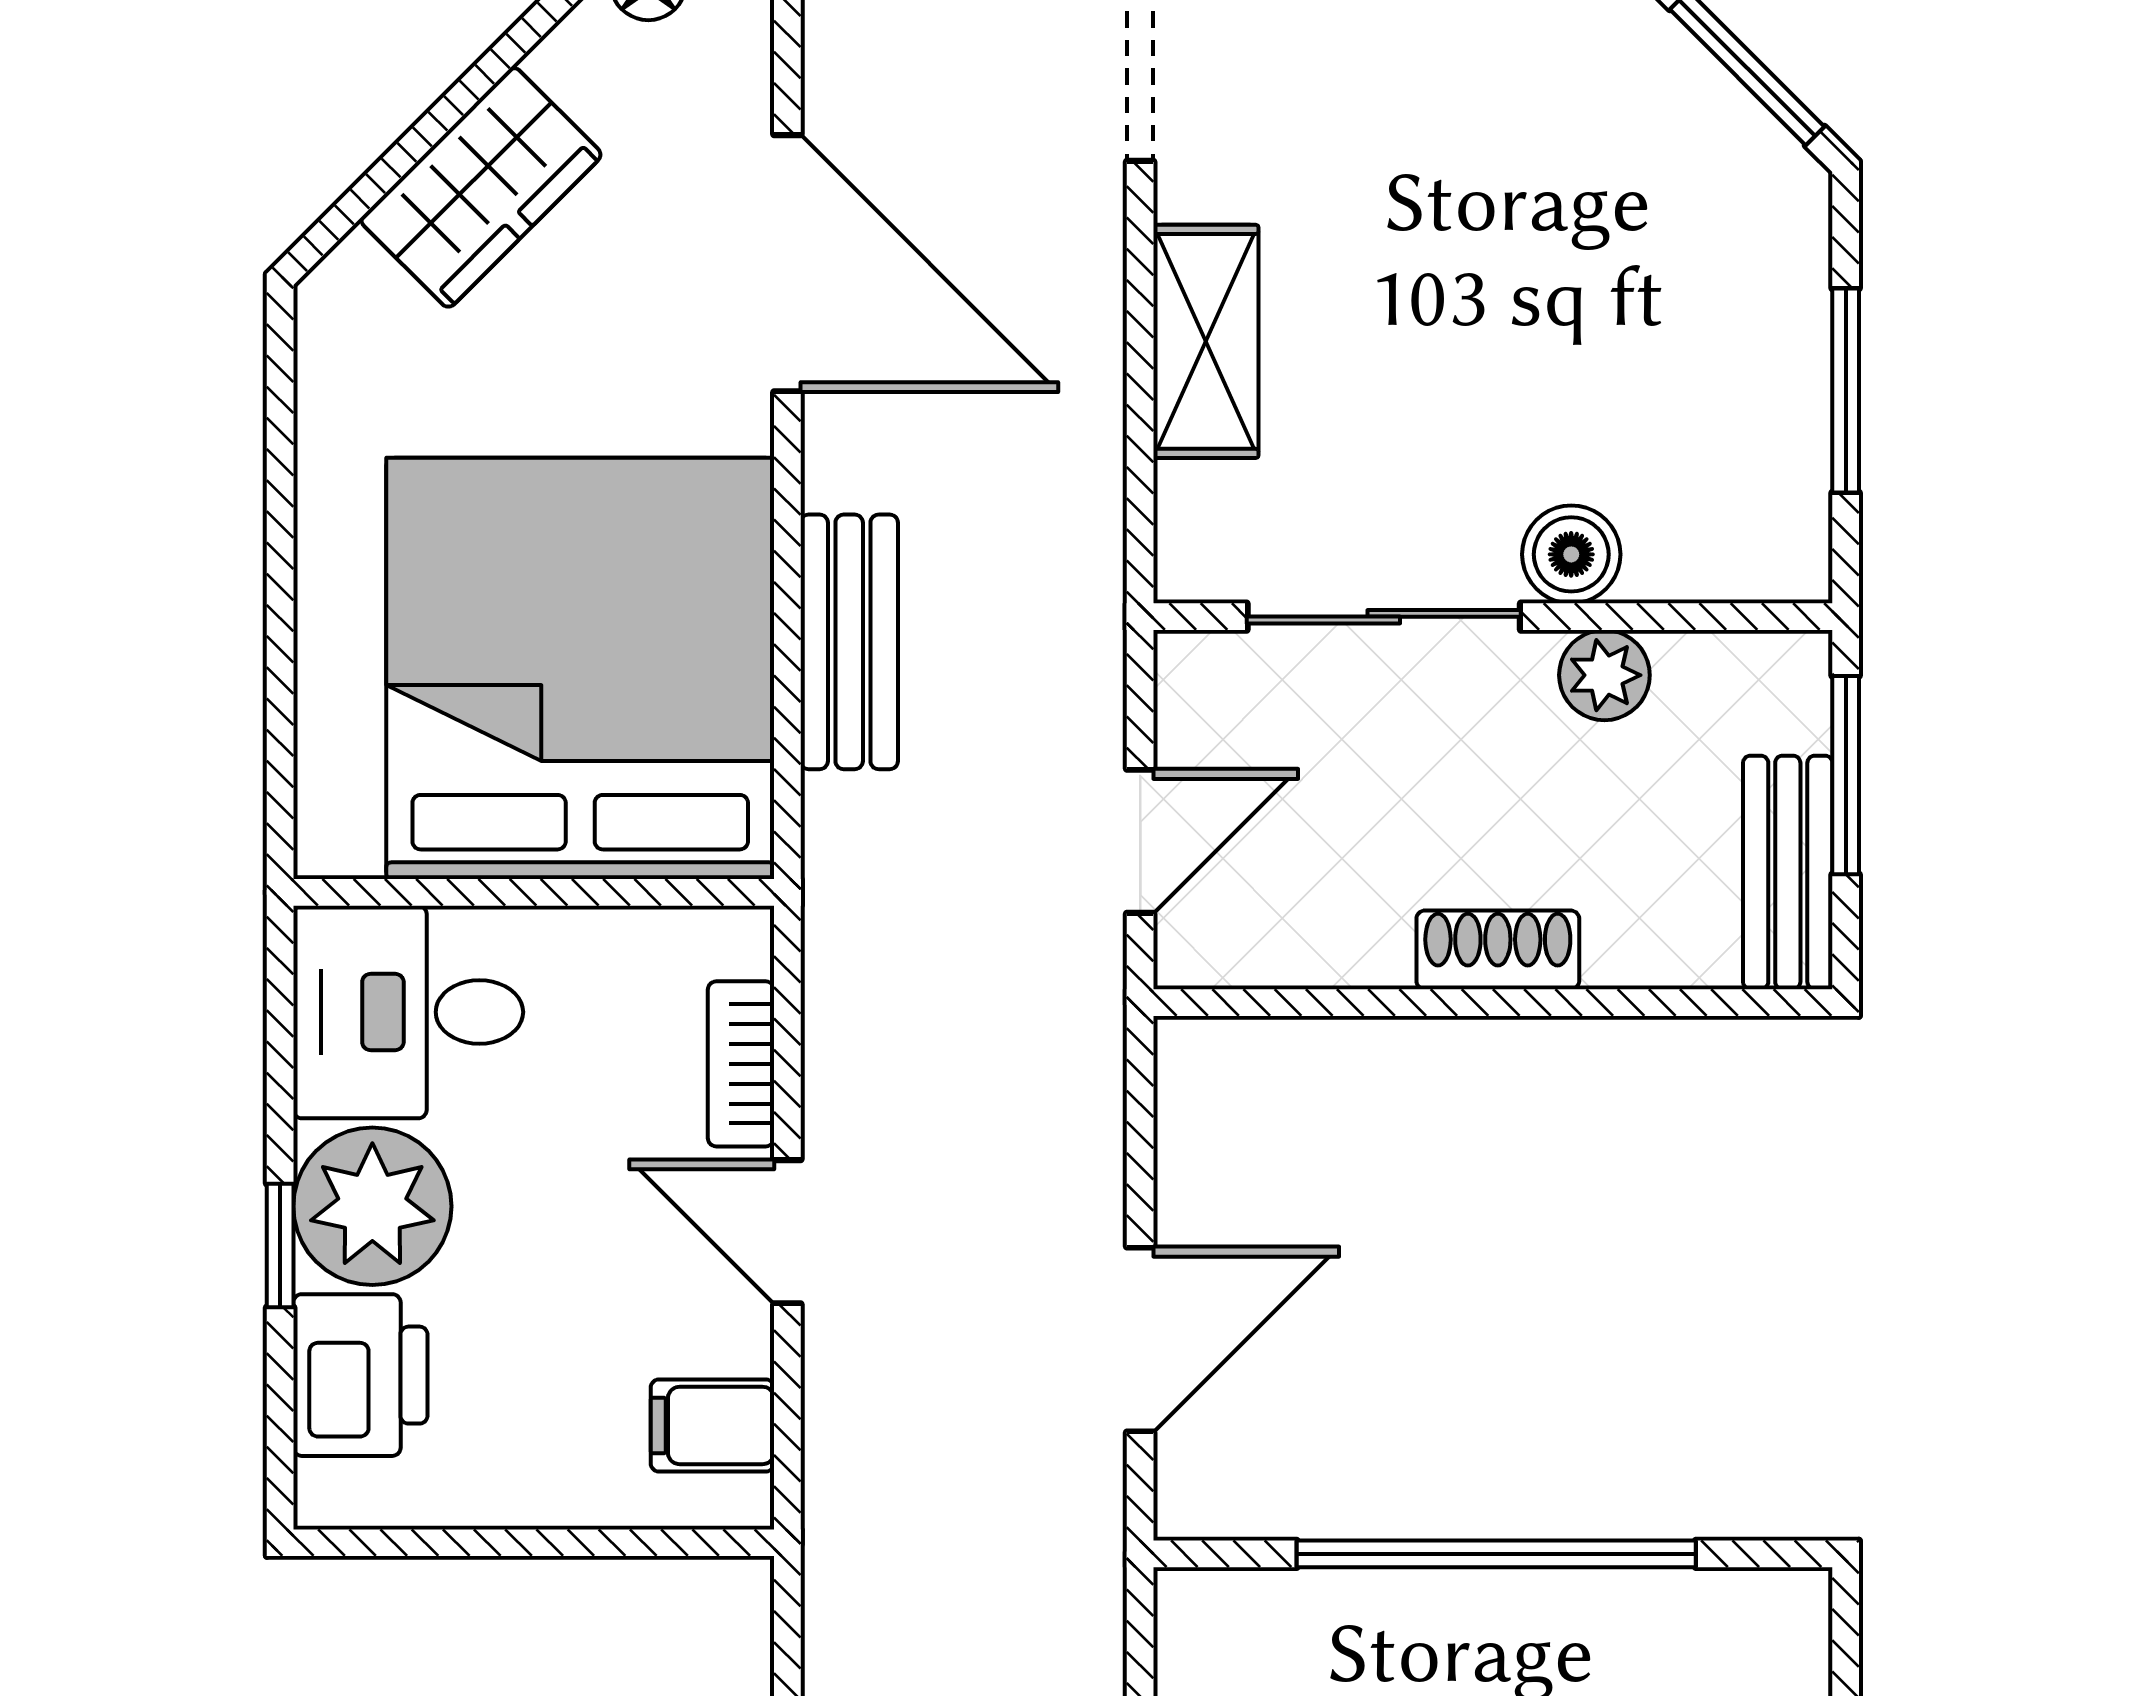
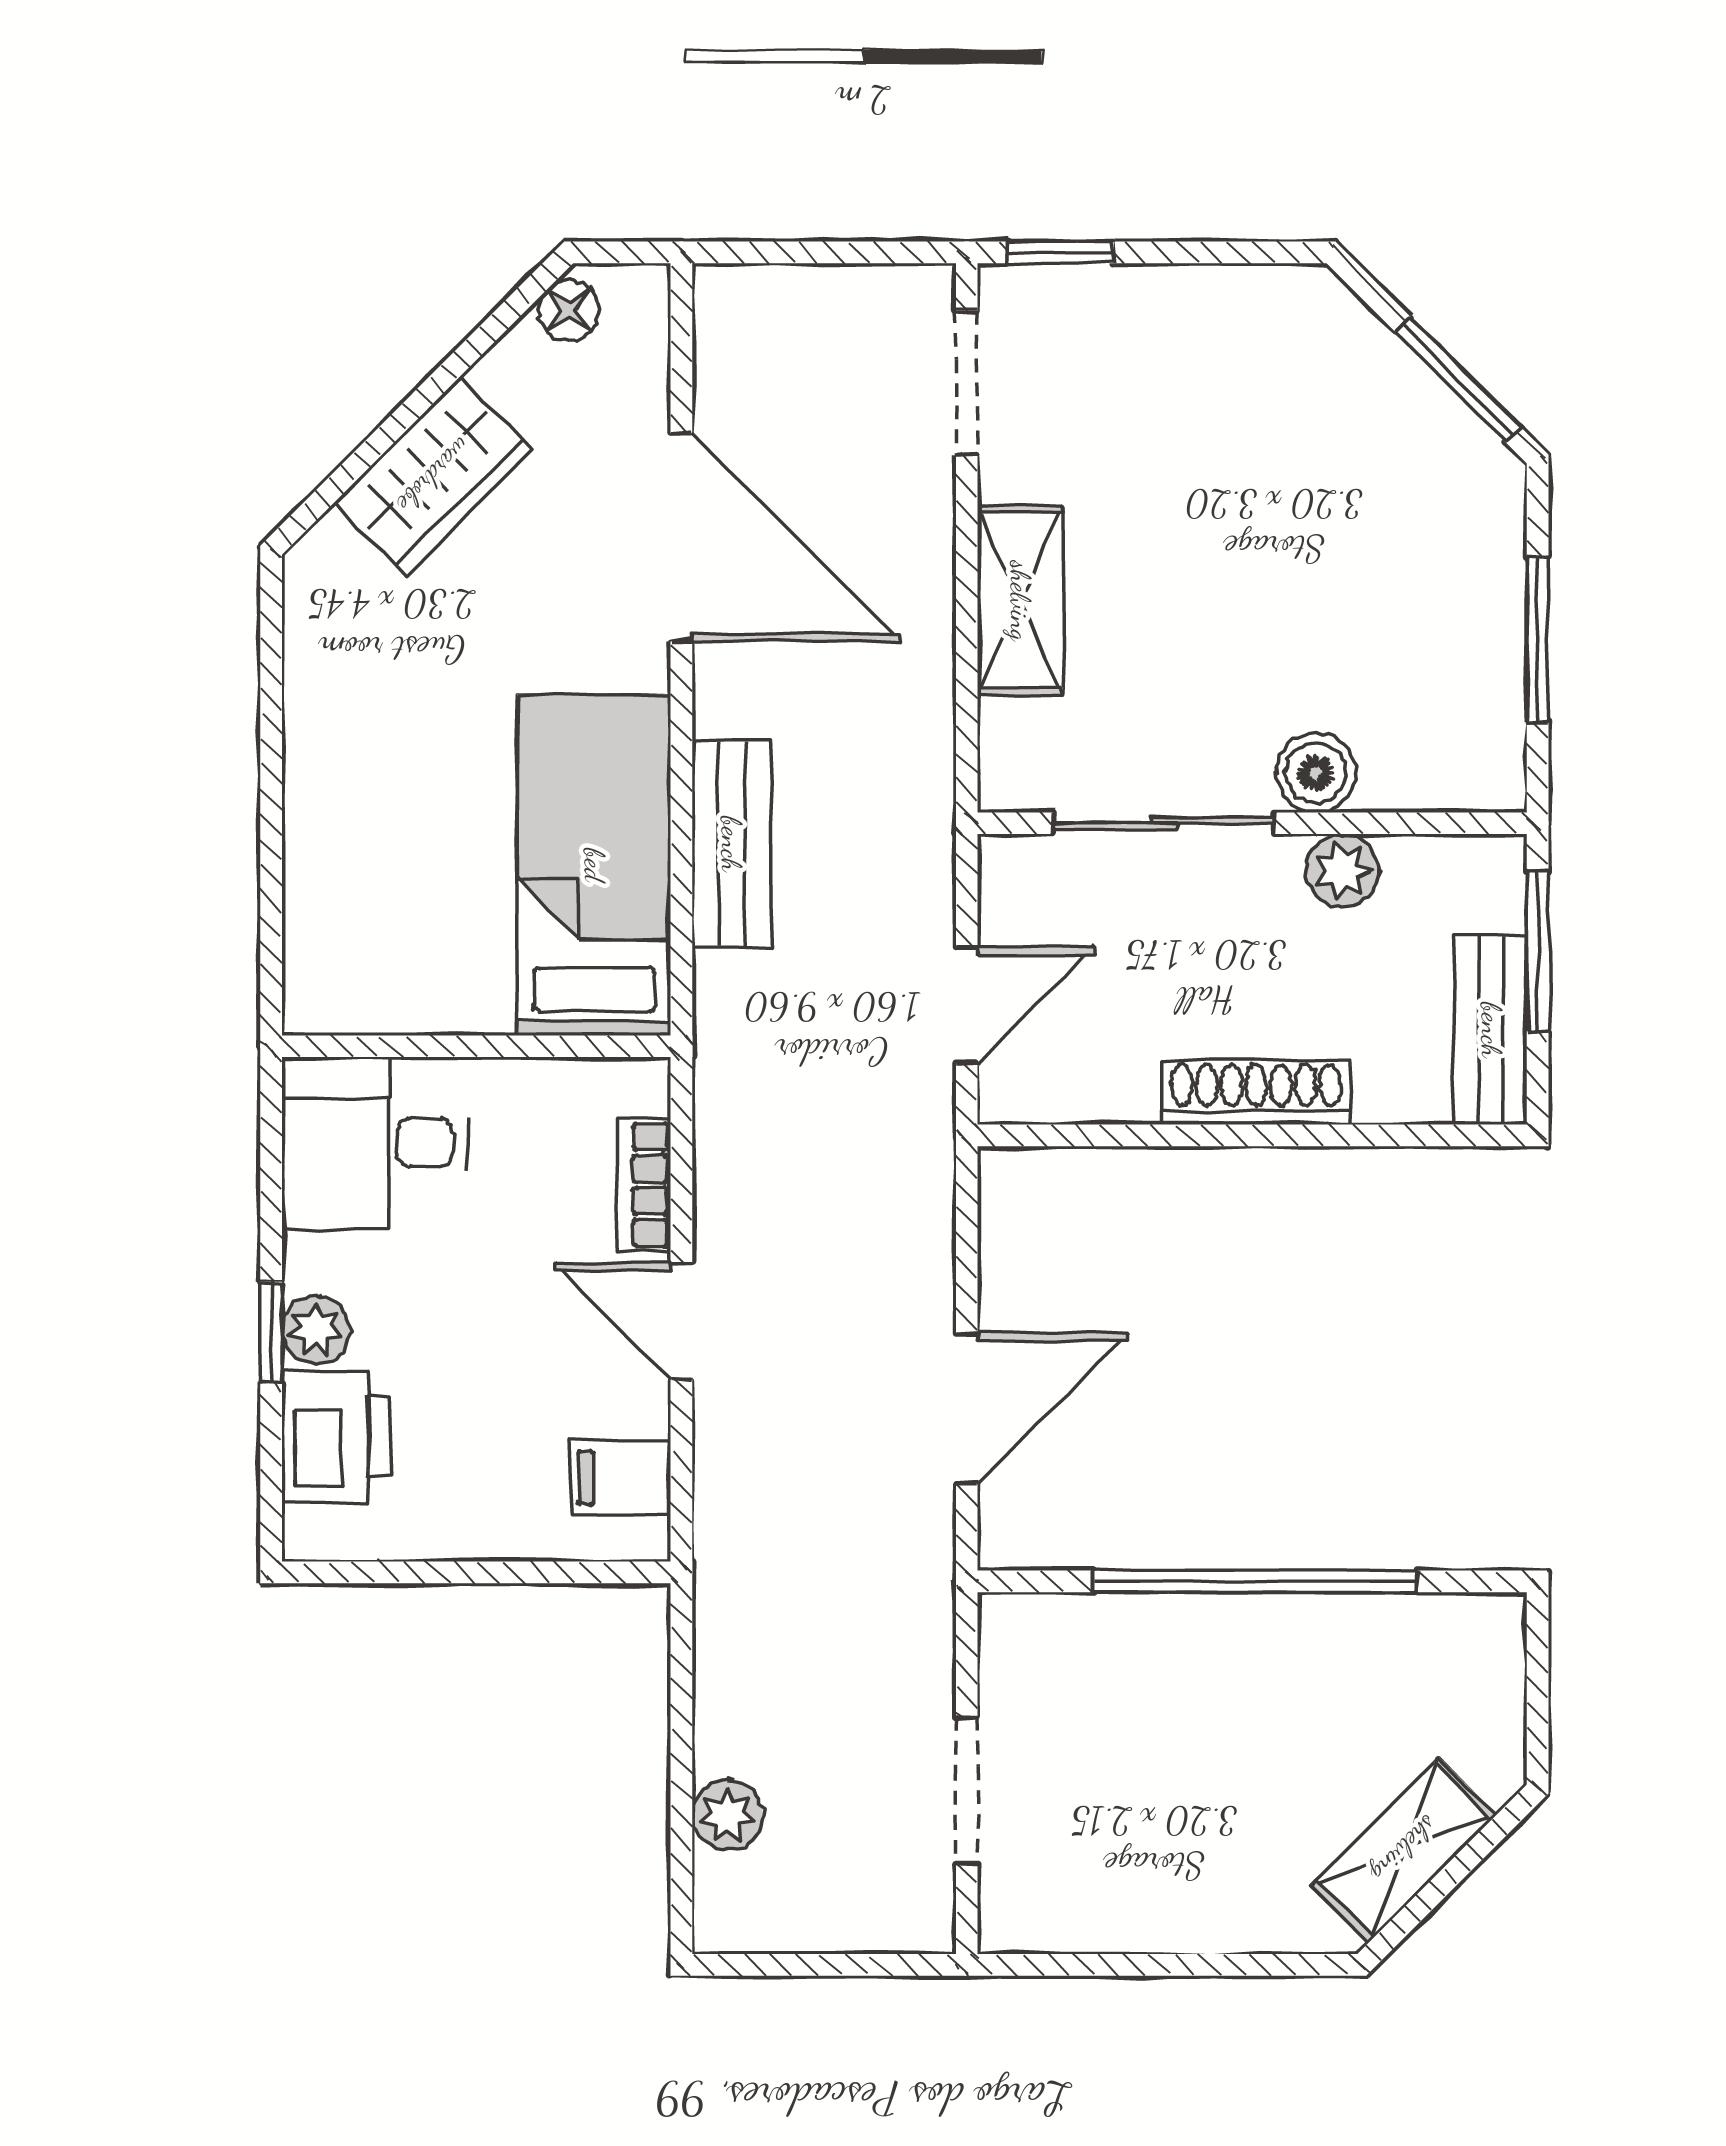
bed: (580, 668) -> (594, 865), width x0.49
shoe rack: (1498, 950) -> (1256, 1093), width x1.43
plant: (372, 1206) -> (316, 1330), width x0.53, depth x0.53

